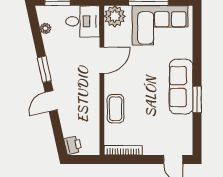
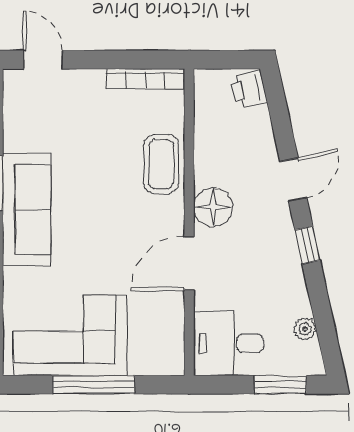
plant: (115, 16) -> (163, 354), removed
window: (44, 69) -> (308, 245), width x0.67
floor lamp: (90, 88) -> (213, 207), added

